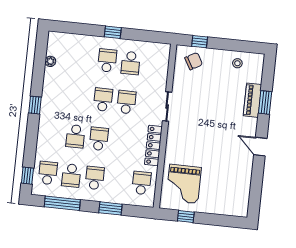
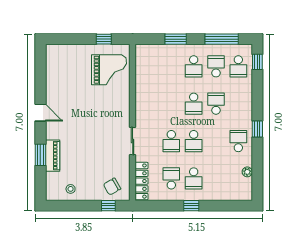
locker: (153, 146) -> (141, 181), moved
school desk: (141, 183) -> (238, 141), moved, turned 180
grand piano: (184, 184) -> (109, 70), turned 90

